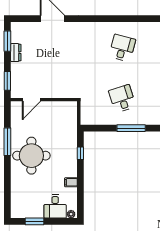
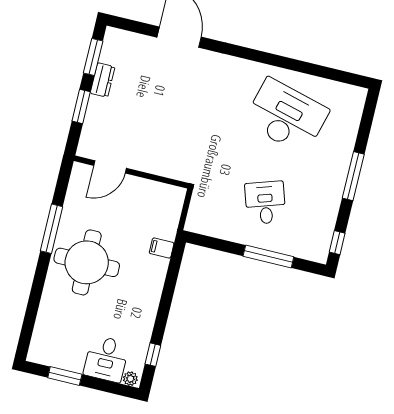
desk: (122, 48) -> (286, 116), width x1.87, depth x1.30
window: (7, 81) -> (81, 106), moved
window: (80, 153) -> (153, 355), moved
filing cabinet: (71, 182) -> (162, 248), moved

